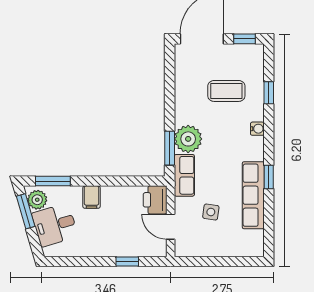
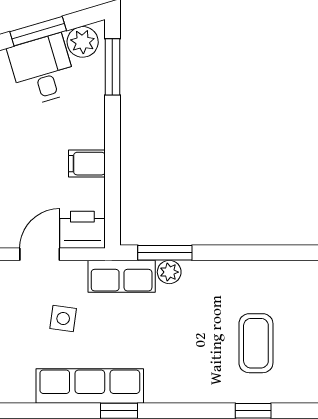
water cooler: (257, 129) -> (196, 392), removed
plant: (188, 139) -> (169, 272), width x0.53, depth x0.53
filing cabinet: (91, 197) -> (87, 164), moved
window: (26, 211) -> (38, 31), moved

